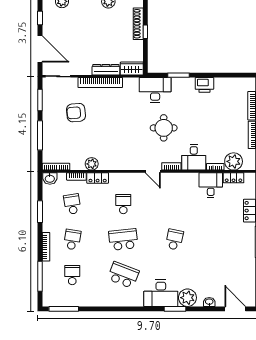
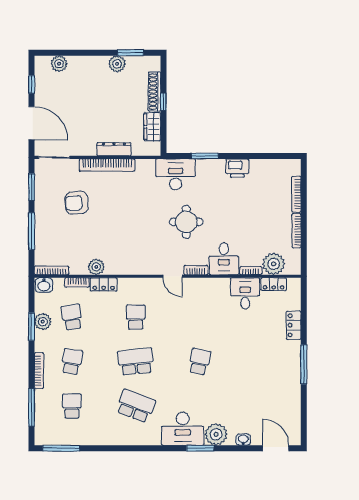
wardrobe: (132, 69) -> (152, 127), moved, turned -90
plant: (49, 208) -> (43, 322), added

